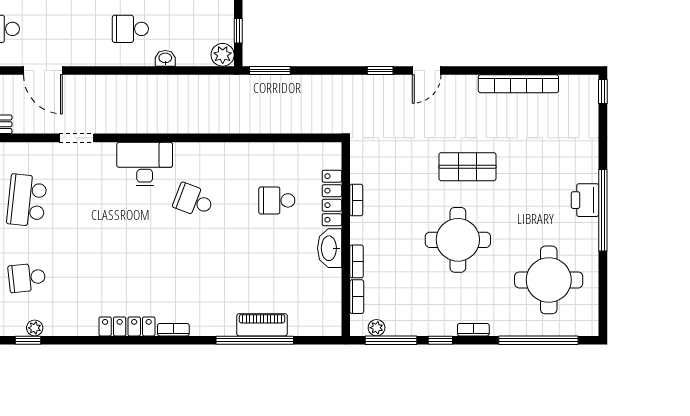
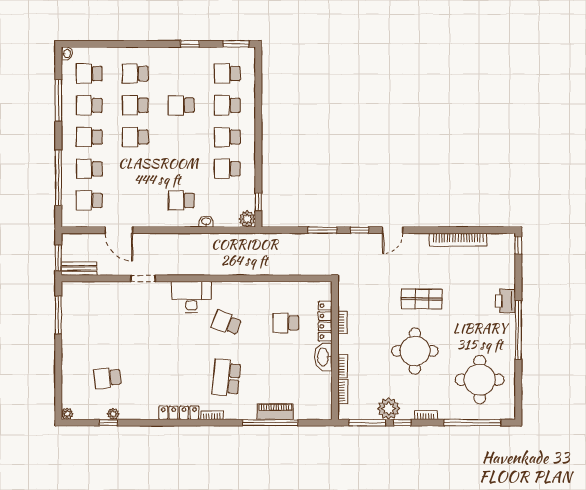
window: (270, 71) -> (323, 230), moved
school desk: (27, 200) -> (226, 378), moved
printer: (585, 200) -> (506, 301), moved
plant: (377, 328) -> (389, 409), moved, width x1.87, depth x1.87

